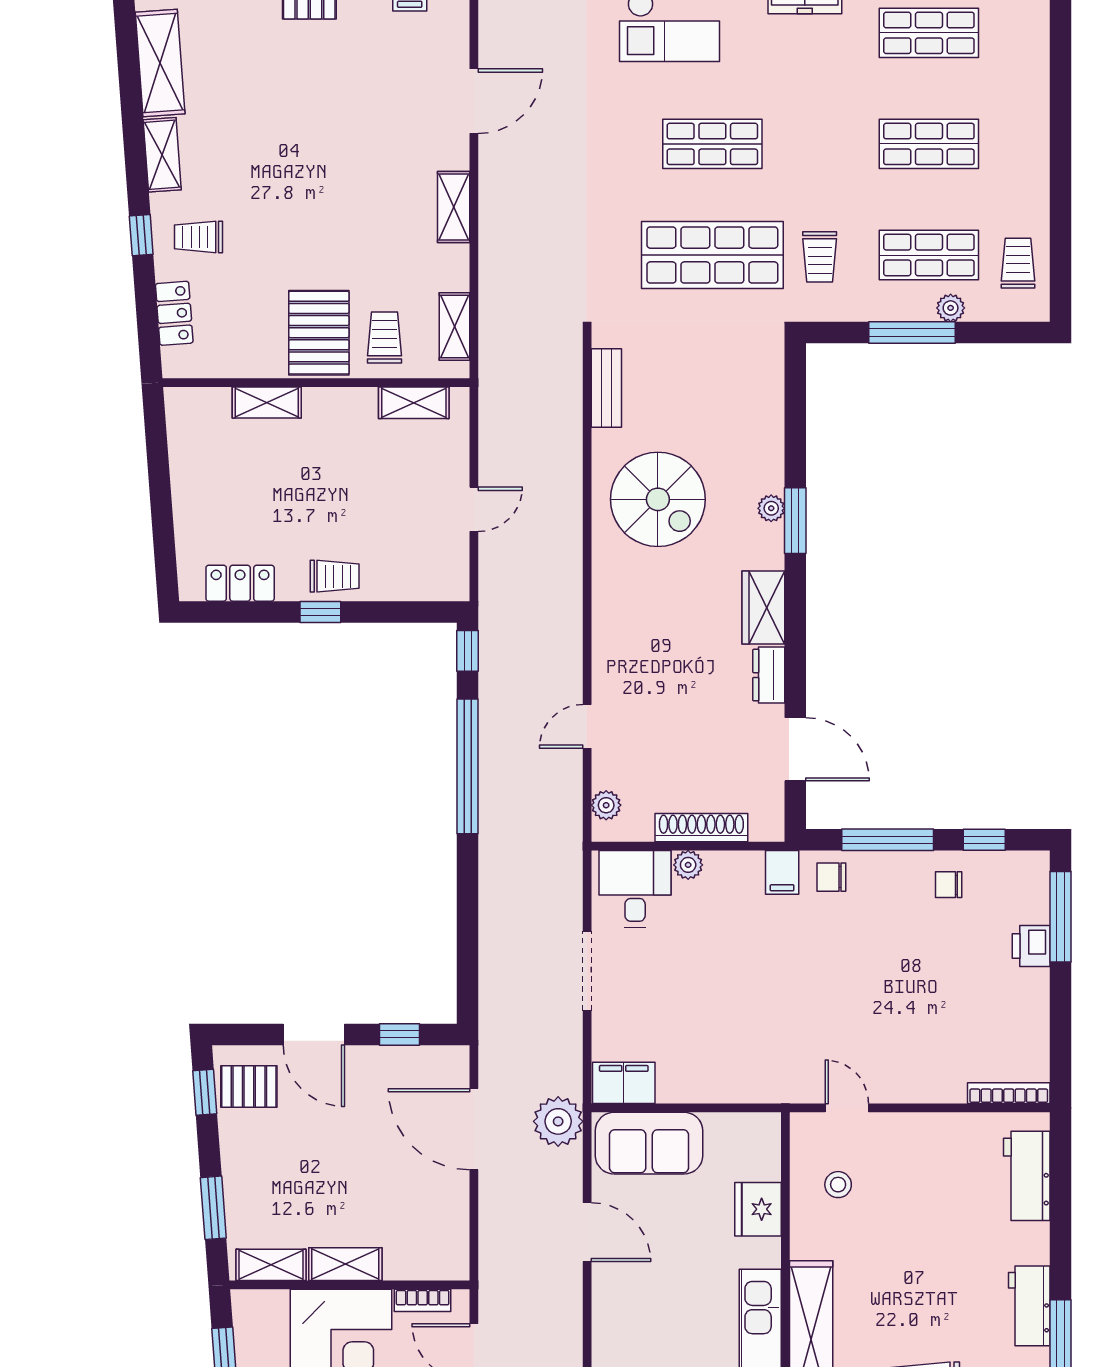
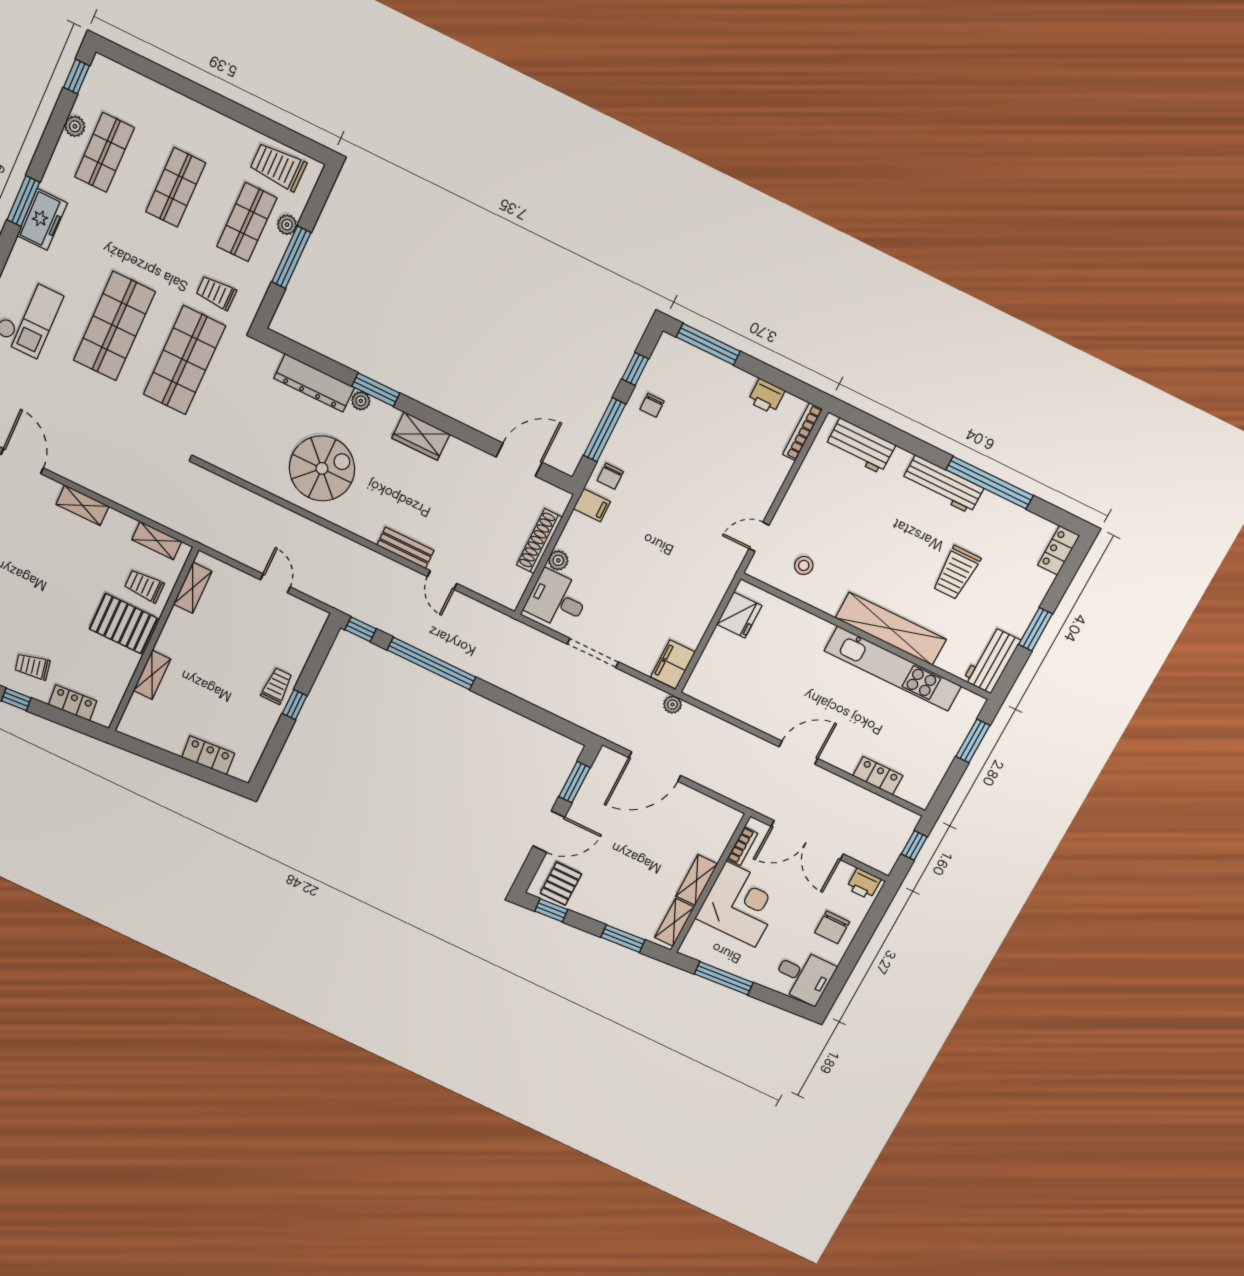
shop shelf: (712, 144) -> (114, 326), width x1.43, depth x1.36
trolley: (198, 237) -> (32, 666), turned 79
trolley: (820, 257) -> (216, 293), turned 180
trolley: (1018, 263) -> (278, 167), width x1.36, depth x1.39
bench: (606, 388) -> (405, 548), moved
locker: (240, 583) -> (208, 755), moved, turned 86
dresser: (769, 675) -> (314, 383), moved, width x1.96, depth x1.24
plant: (606, 805) -> (497, 592), removed
printer: (1031, 946) -> (766, 396), moved
window: (399, 1034) -> (574, 782), width x1.50
plant: (558, 1121) -> (672, 705), width x0.53, depth x0.53
sofa: (649, 1143) -> (718, 667), removed
fridge: (758, 1209) -> (739, 615), moved, turned -90
door: (587, 1232) -> (798, 753), moved
workbench: (1029, 1306) -> (943, 484), width x1.37

